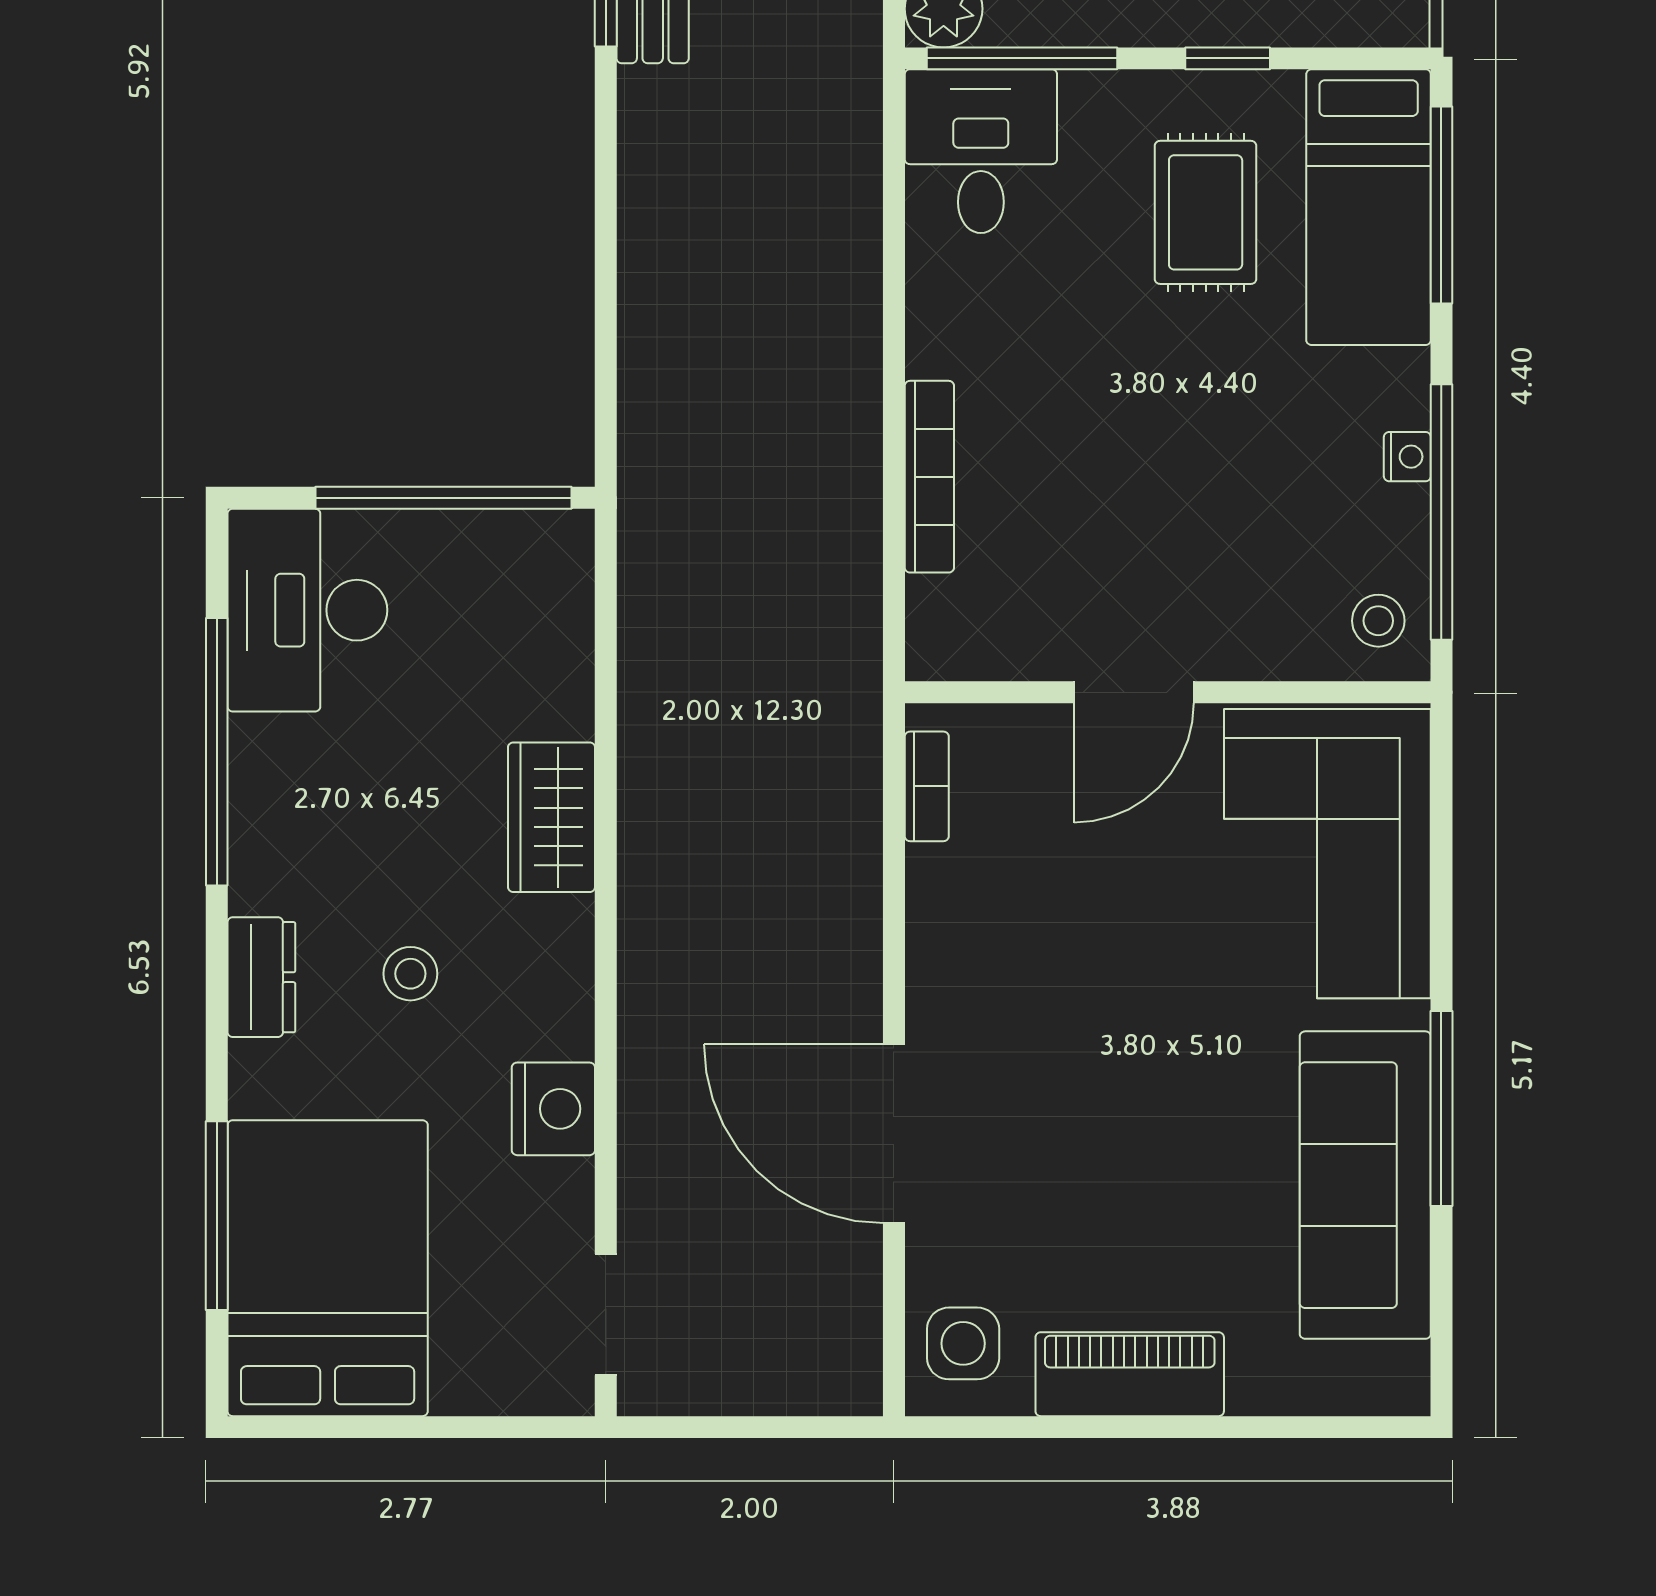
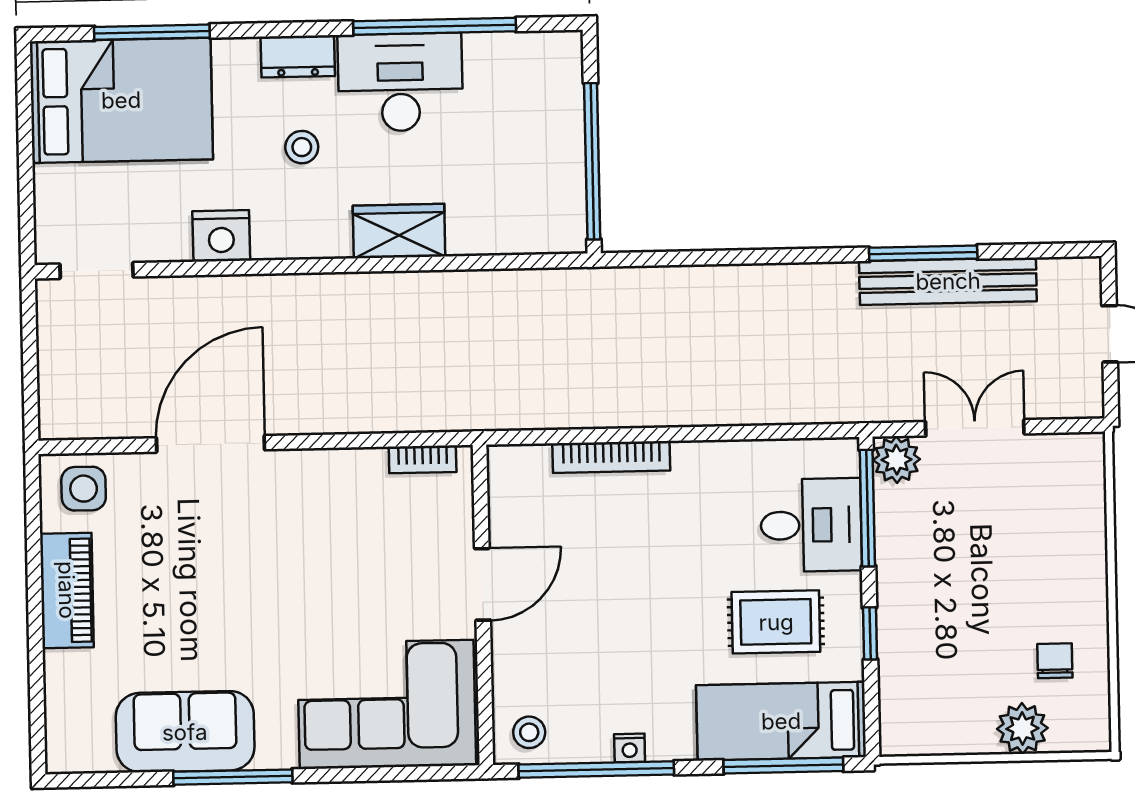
desk: (981, 151) -> (811, 525), moved
desk: (307, 610) -> (400, 82), moved
door: (1134, 692) -> (482, 584), swing flipped
sofa: (1365, 1185) -> (185, 732), width x0.73

